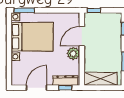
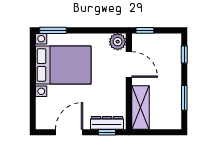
door: (82, 36) -> (129, 64), swing flipped
plant: (73, 53) -> (118, 42), moved
shelving: (101, 79) -> (141, 108), moved, turned 90

